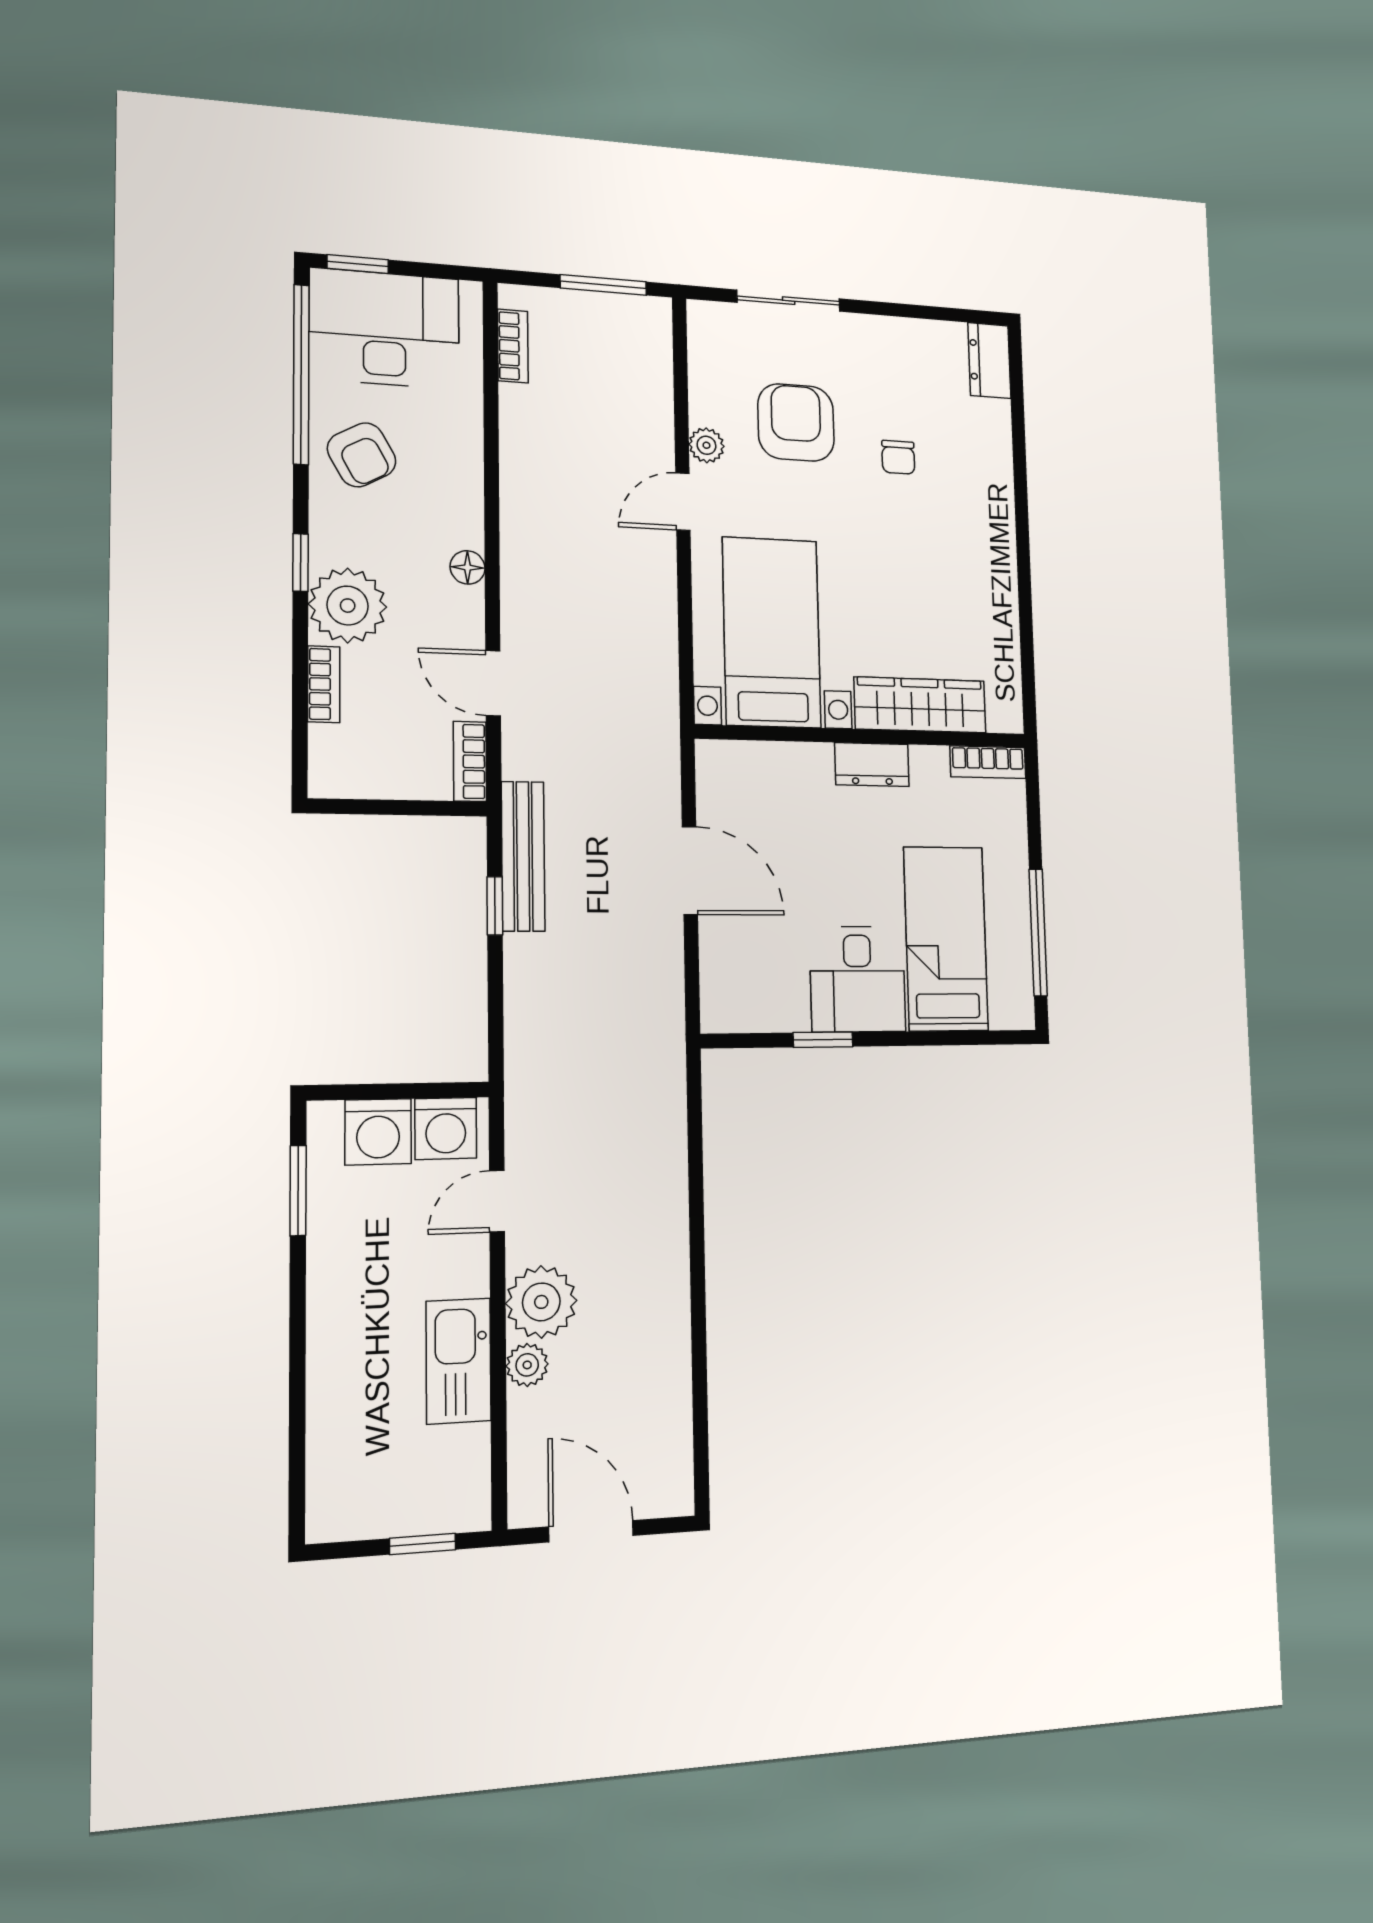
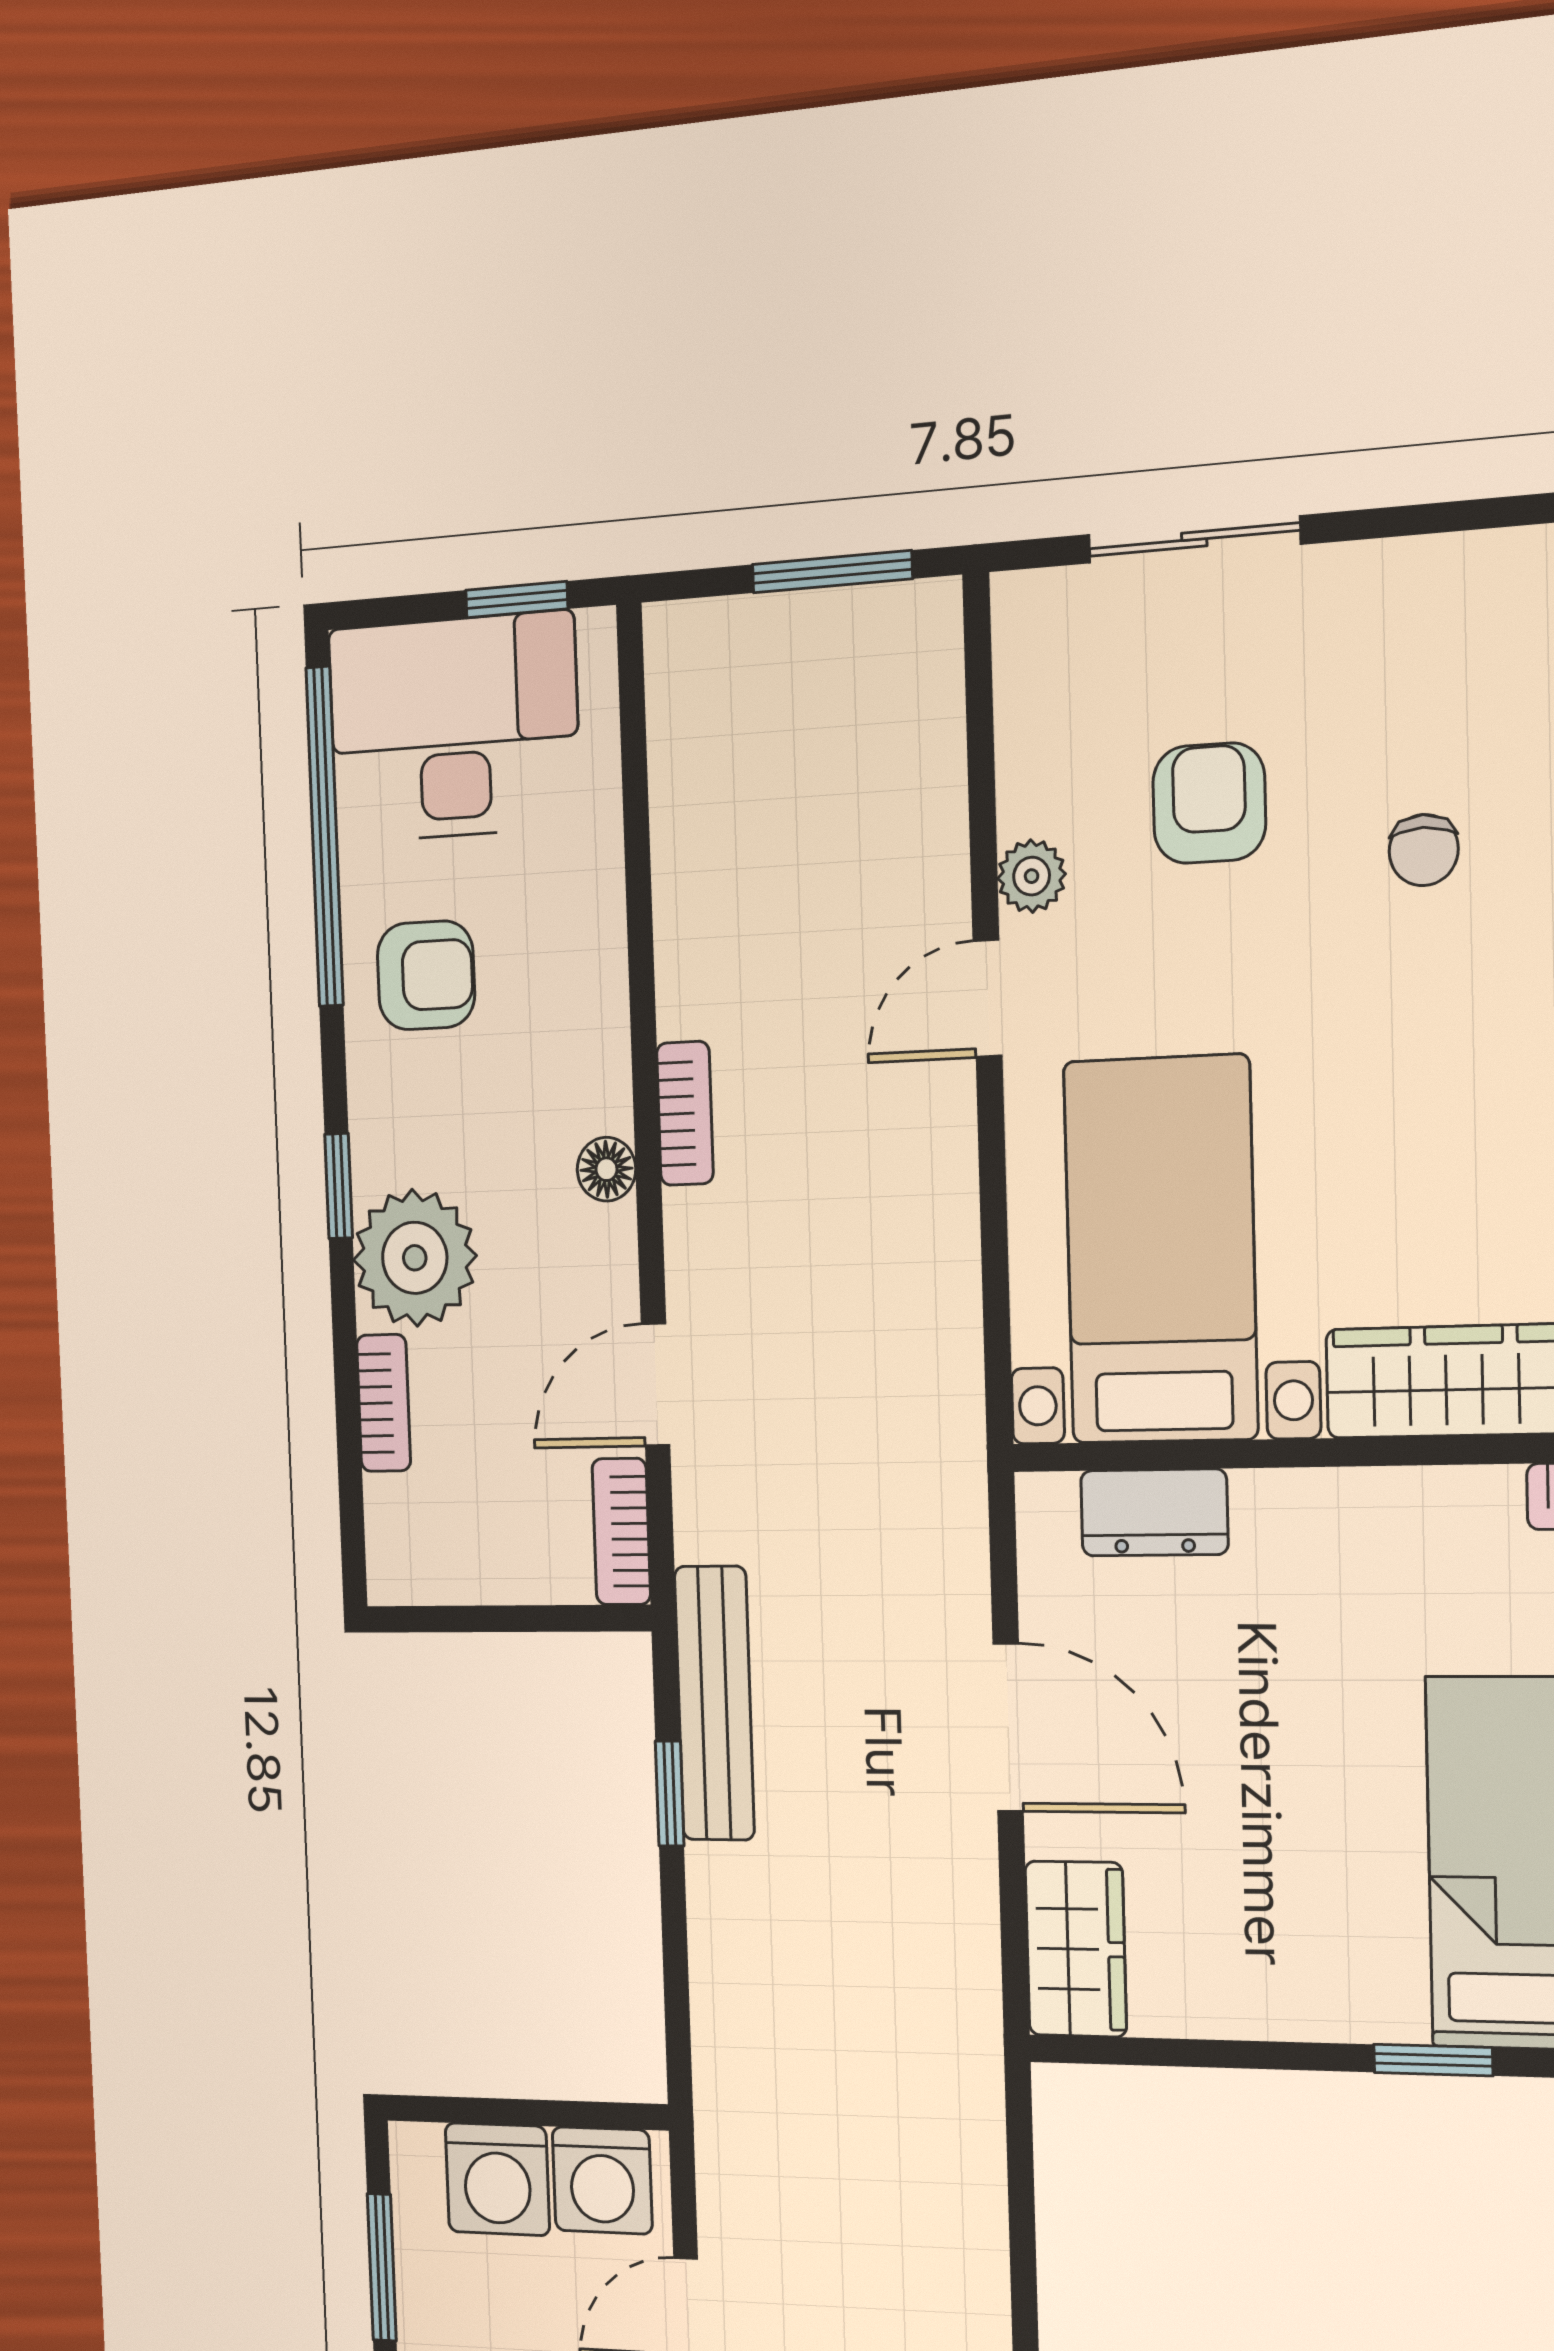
window: (358, 264) -> (517, 600), moved
bookcase: (513, 346) -> (685, 1113), moved
armchair: (796, 422) -> (1209, 803), width x0.72, depth x0.72
armchair: (362, 455) -> (426, 975), turned -61
door: (493, 683) -> (656, 1385), hinge flipped
dresser: (872, 765) -> (1154, 1513), moved
desk: (858, 979) -> (1330, 1940), removed
wardrobe: (726, 987) -> (1076, 1949), added
window: (823, 1040) -> (1433, 2060), moved

